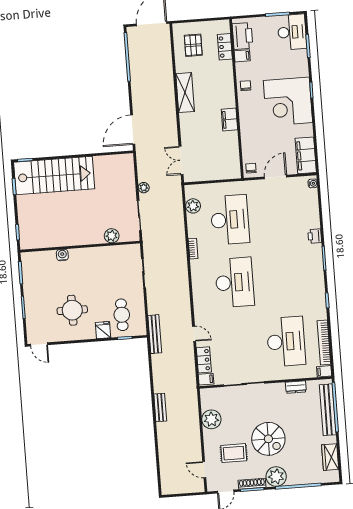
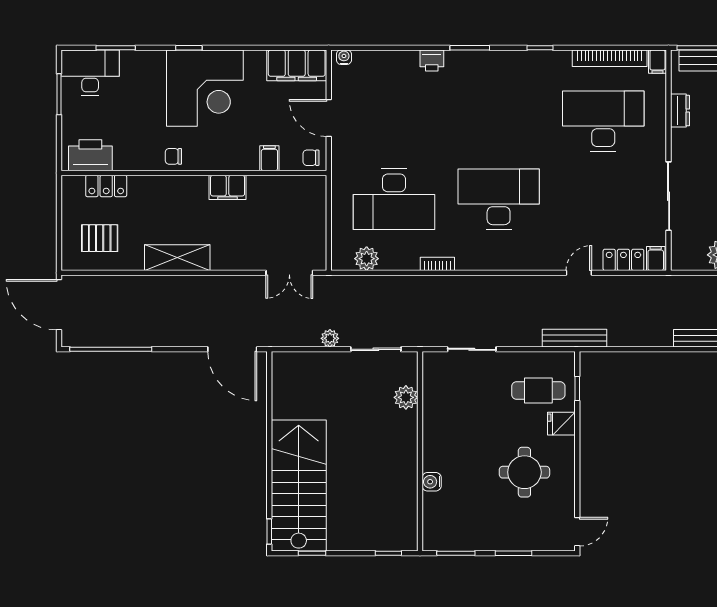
filing cabinet: (242, 56) -> (269, 158), moved
desk: (230, 220) -> (394, 199), turned 180

